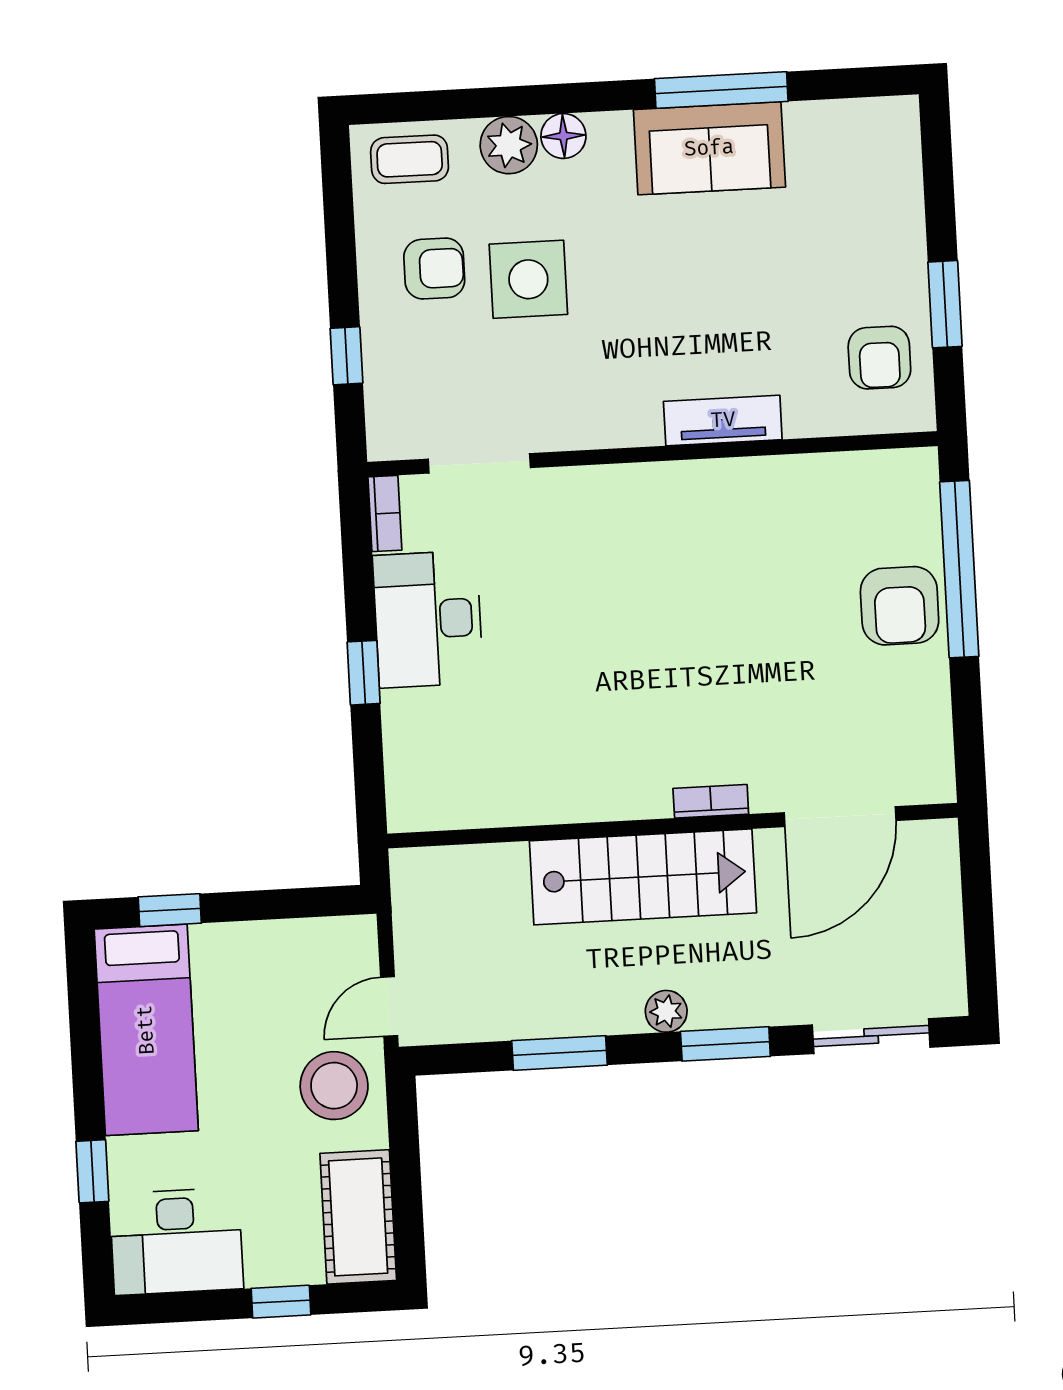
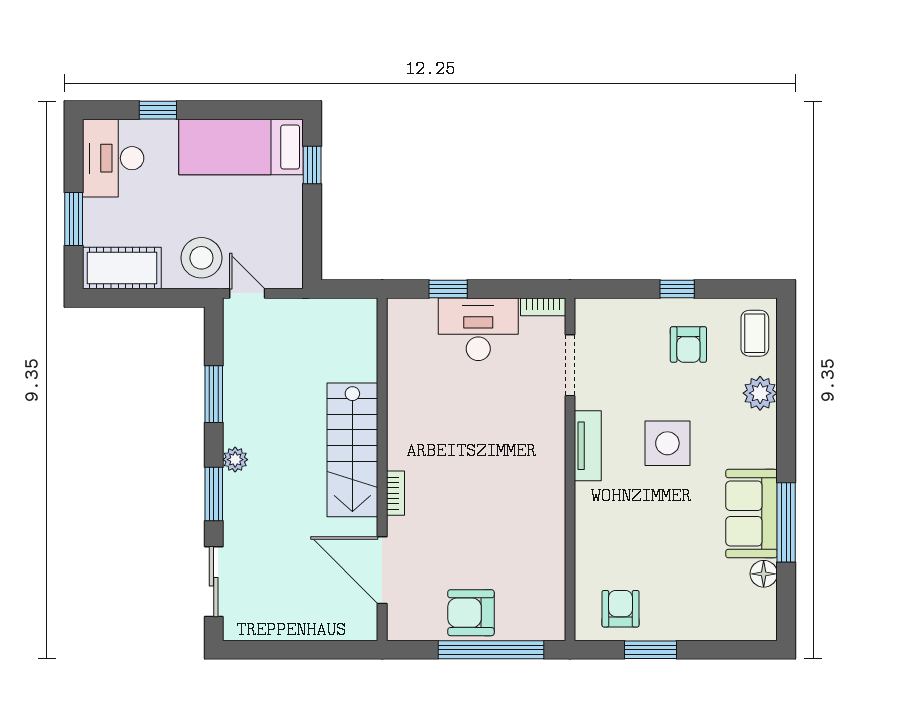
floor lamp: (563, 136) -> (764, 574), moved
side table: (528, 279) -> (667, 443), moved
window: (346, 356) -> (677, 289), moved
armchair: (879, 358) -> (620, 609), turned 90
tv unit: (723, 420) -> (588, 446), moved
bookcase: (711, 801) -> (396, 493), moved
door: (840, 817) -> (382, 570), moved
wall: (673, 826) -> (382, 469), moved
stairs: (643, 877) -> (352, 450), moved
window: (281, 1302) -> (74, 219), width x1.50

